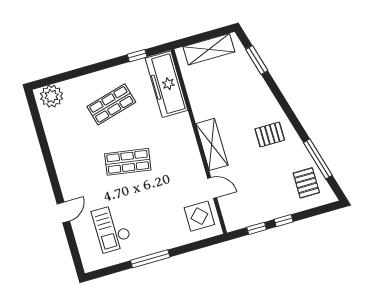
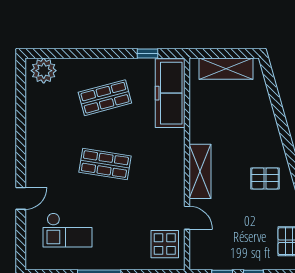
window: (257, 60) -> (274, 95), removed
checkout: (112, 228) -> (68, 230), turned -90

